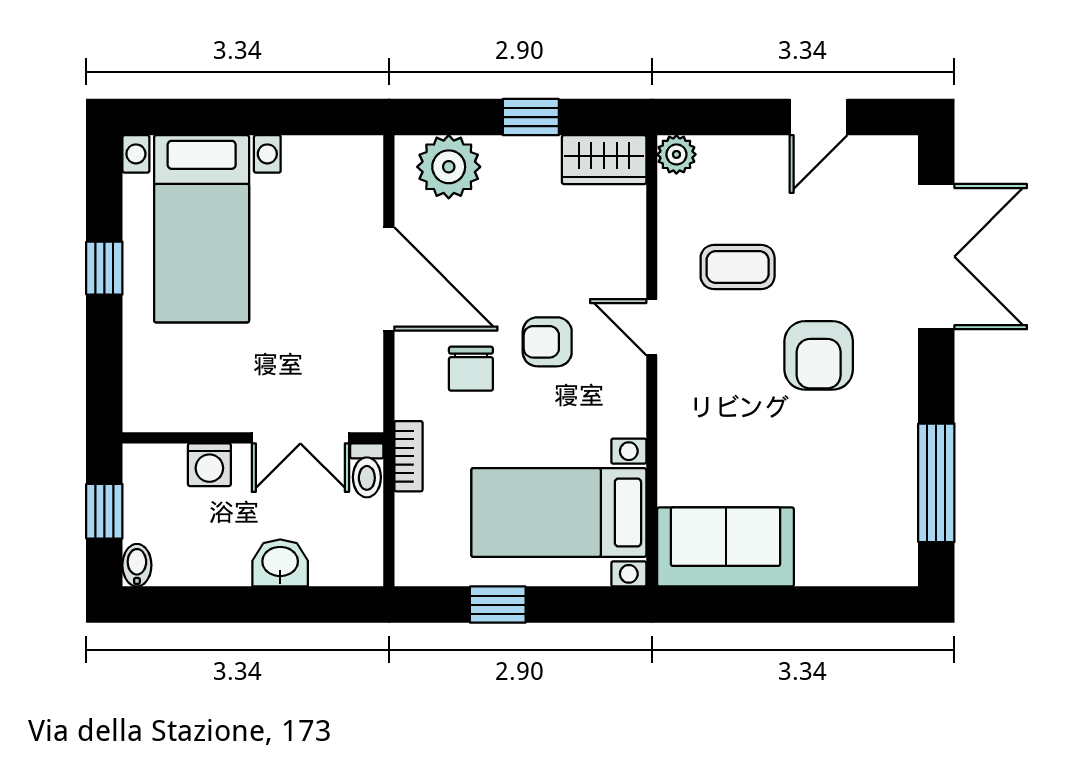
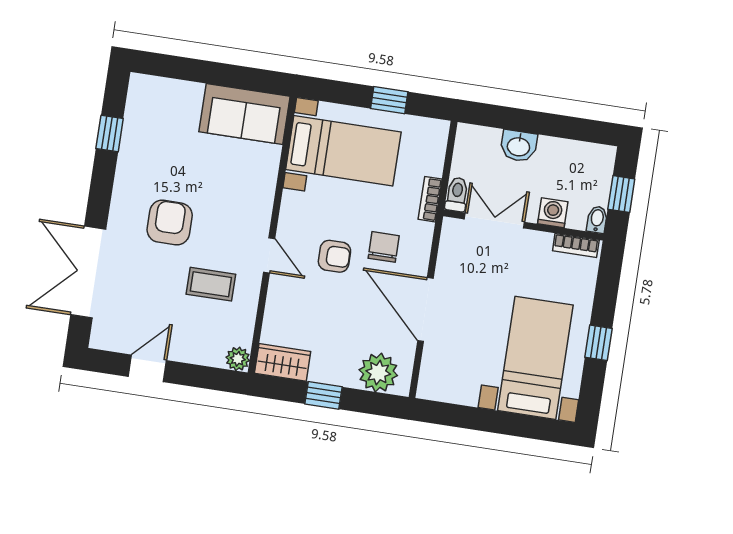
bookcase: (164, 418) -> (576, 245), added
window: (936, 483) -> (110, 134), width x0.46
bidet: (137, 565) -> (597, 220), moved, turned 180

